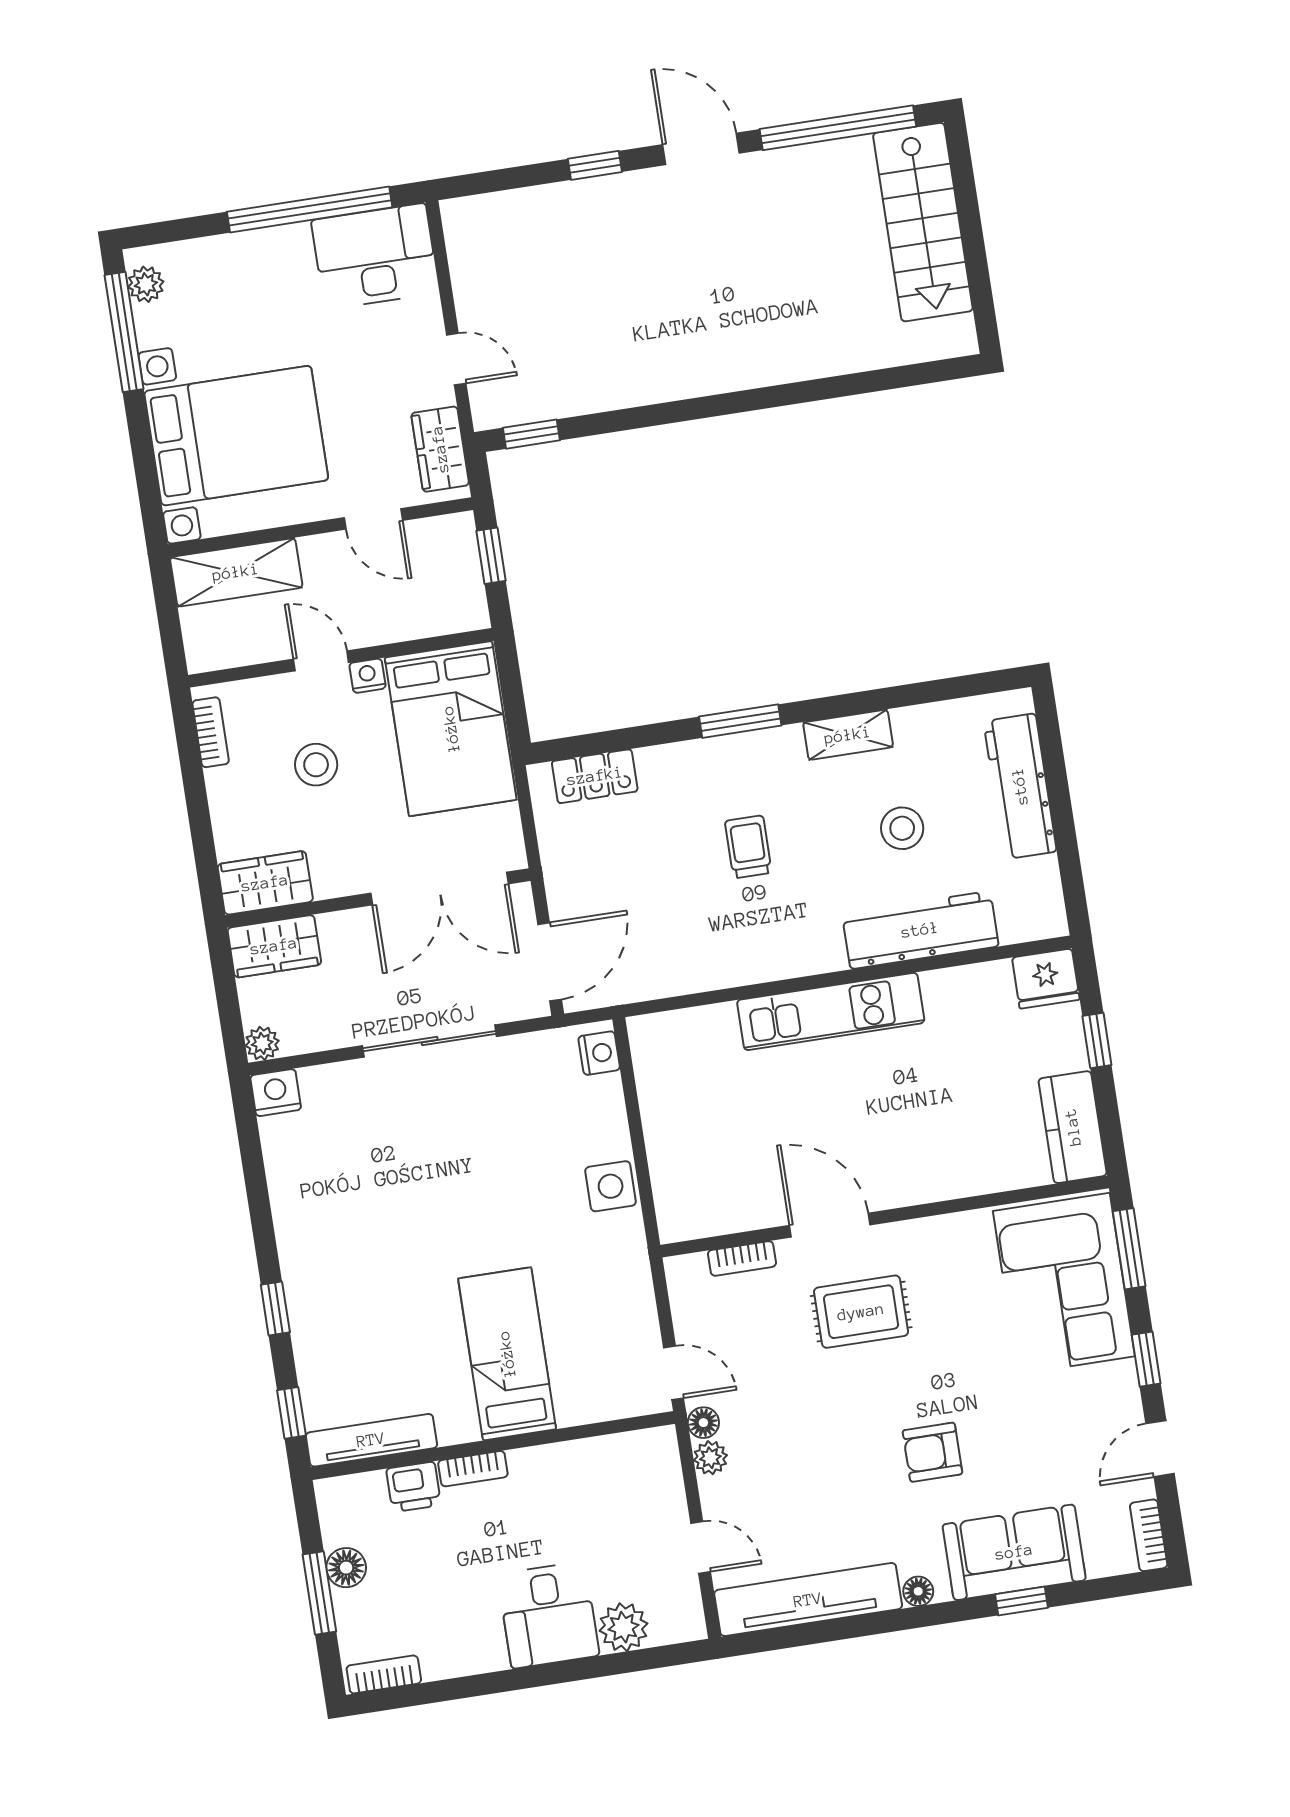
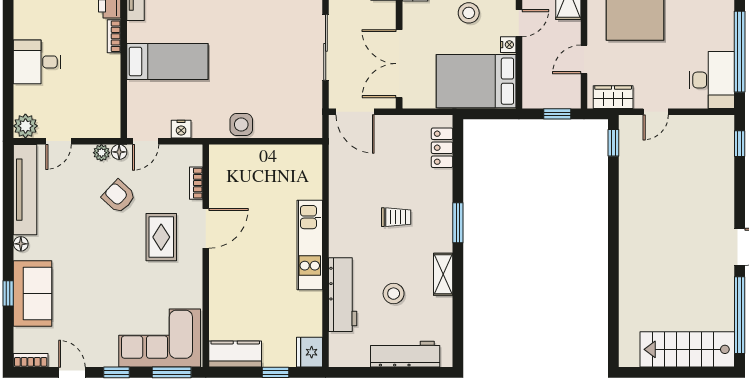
window: (595, 165) -> (740, 144), moved
nightstand: (599, 1053) -> (181, 129), moved
armchair: (932, 1452) -> (119, 196), moved, turned -47
plant: (623, 1627) -> (25, 126), moved

